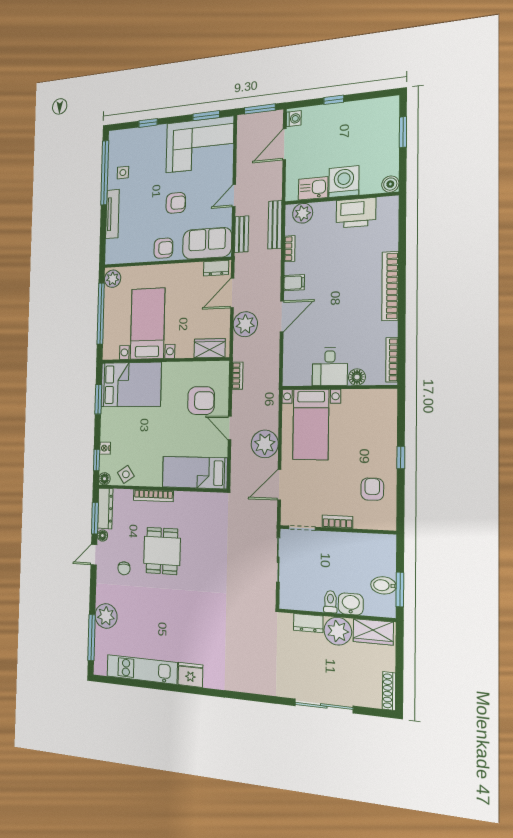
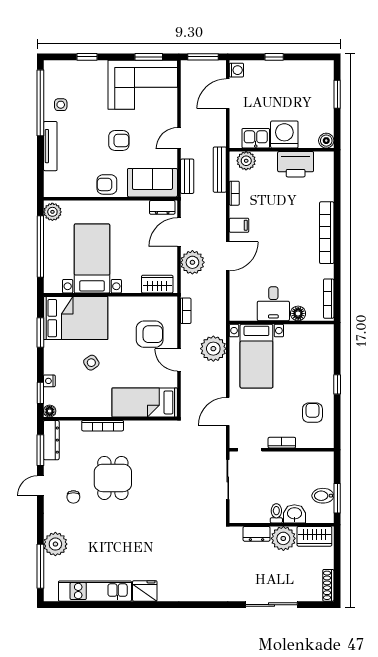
armchair: (163, 248) -> (107, 184), turned 180
plant: (265, 444) -> (213, 349), moved
side table: (126, 474) -> (91, 363), moved
floor lamp: (102, 536) -> (49, 467), removed

